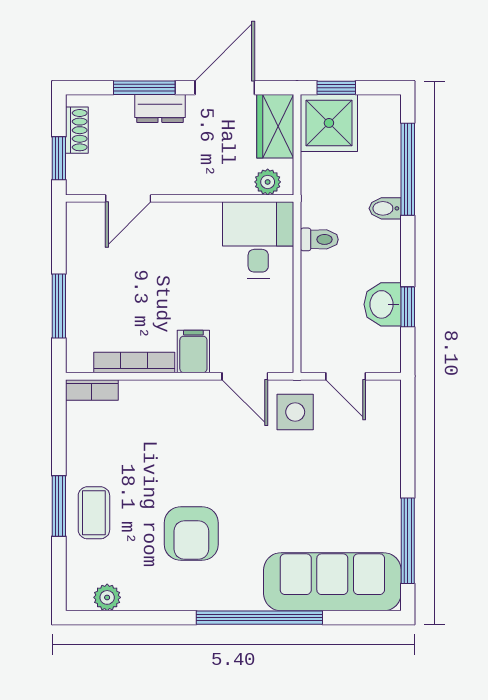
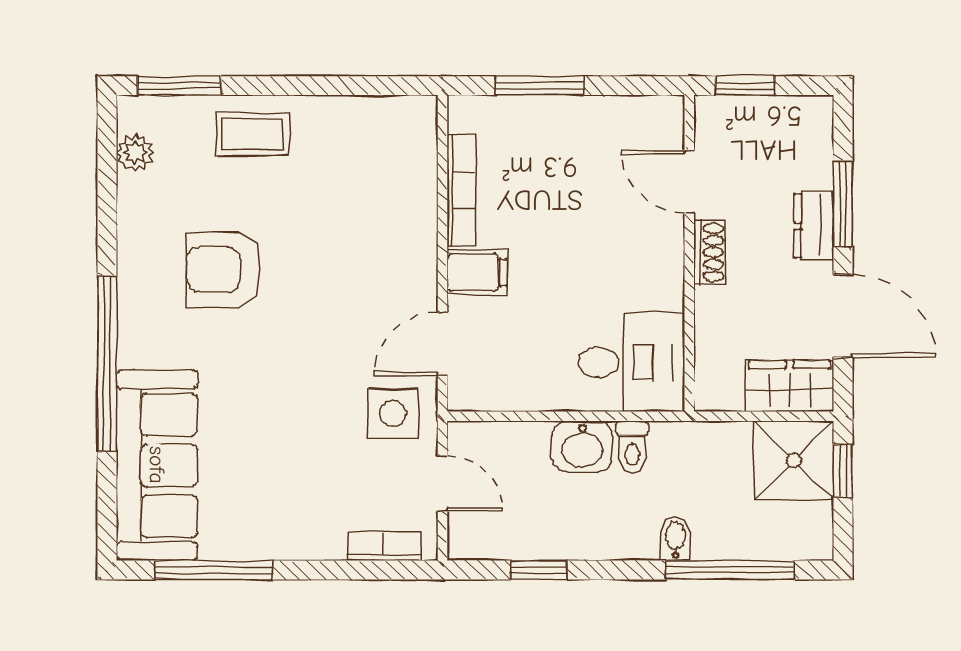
shoe rack: (77, 130) -> (710, 252), moved, turned -90
plant: (268, 182) -> (712, 375), removed
washbasin: (383, 304) -> (582, 447), moved, turned 180
door: (346, 376) -> (442, 484), swing flipped
bookcase: (92, 390) -> (384, 546), moved, turned 90
window: (59, 506) -> (180, 86), moved

